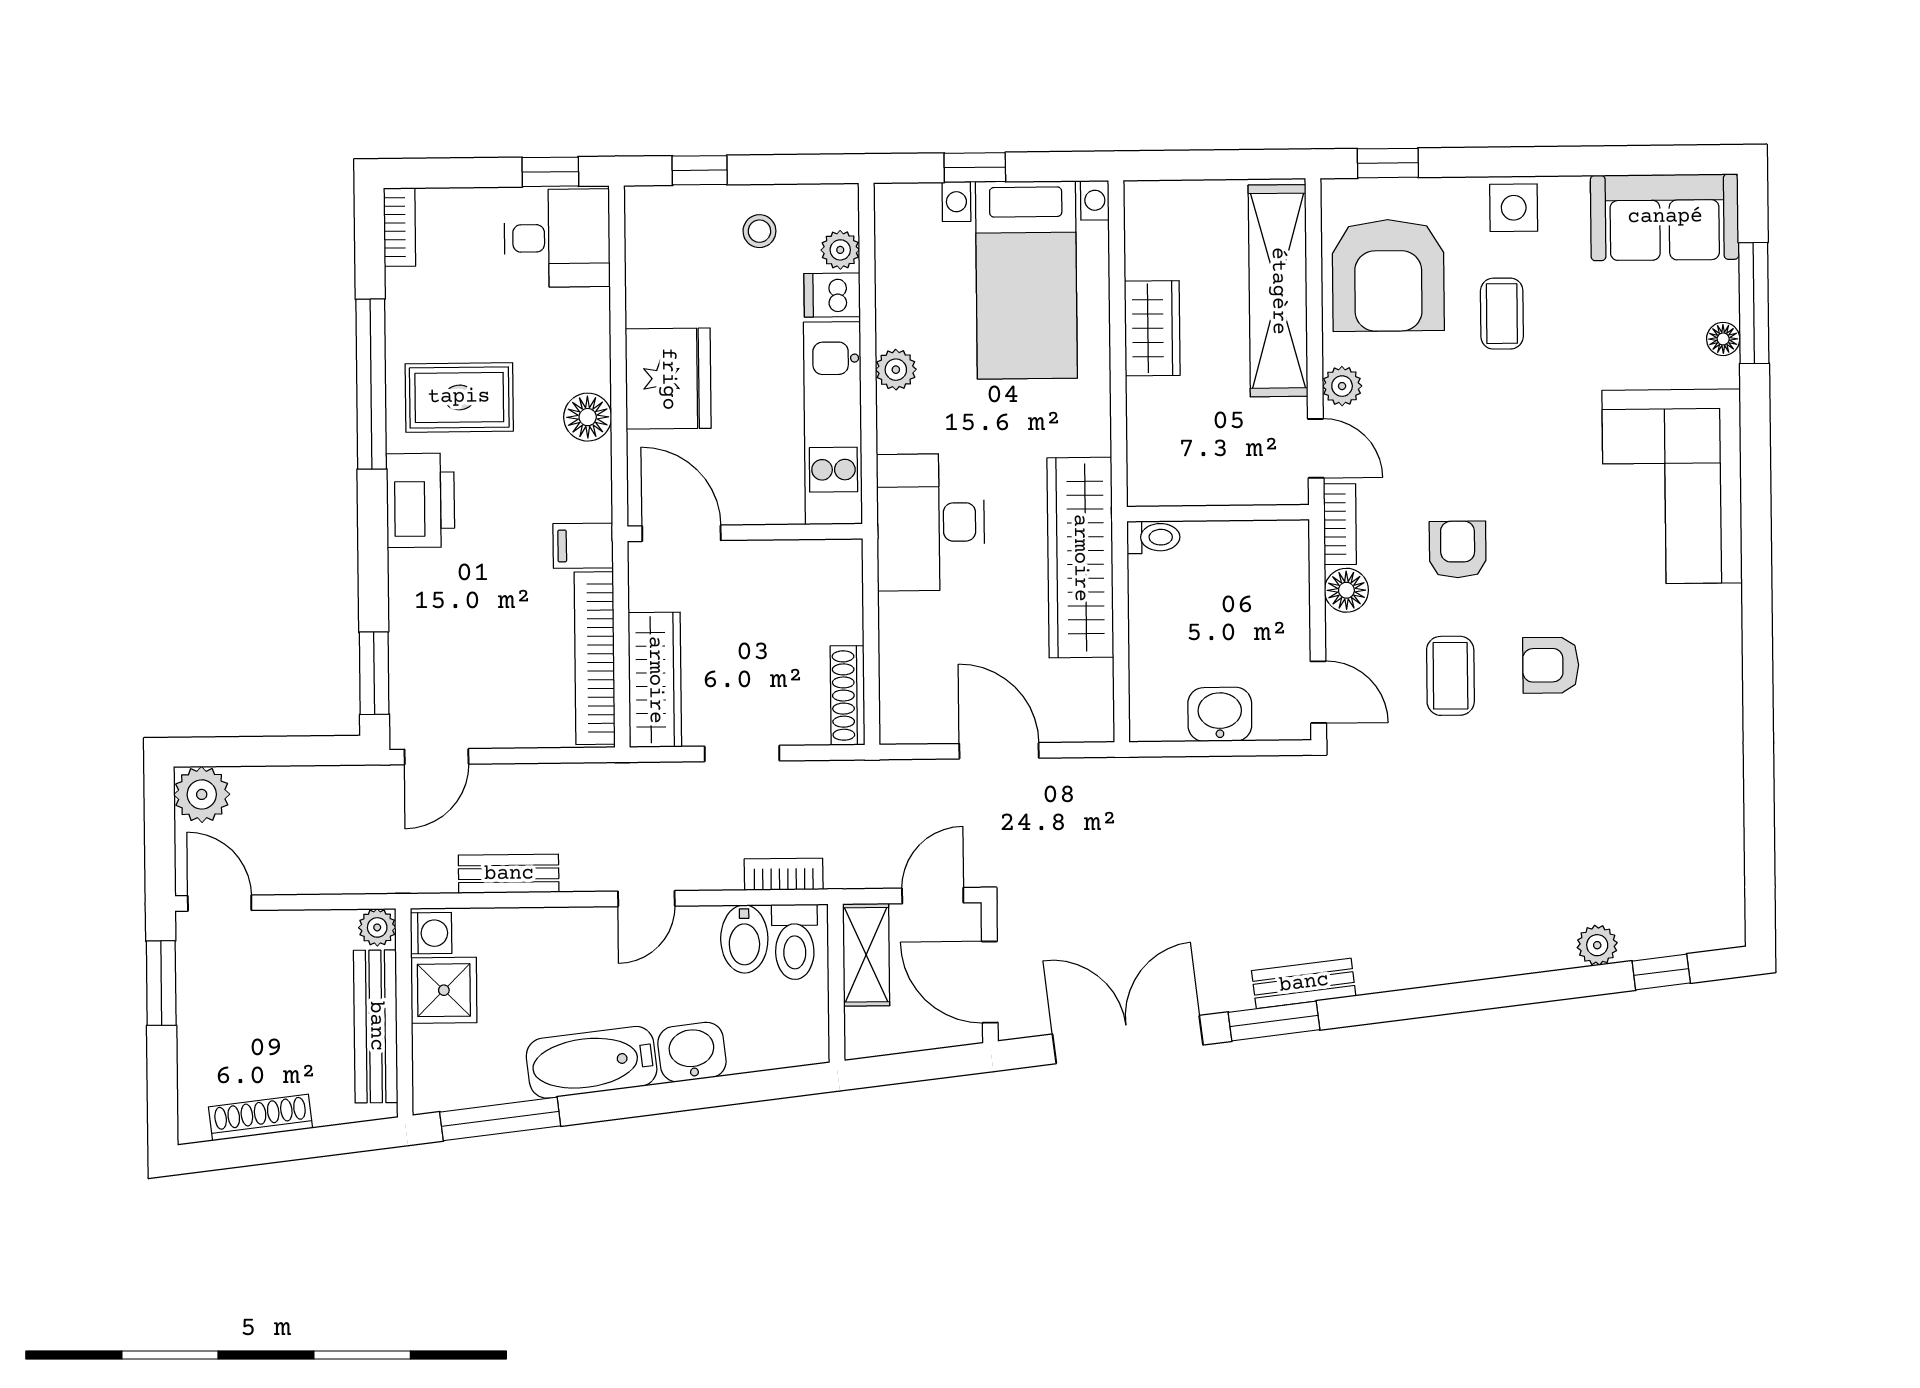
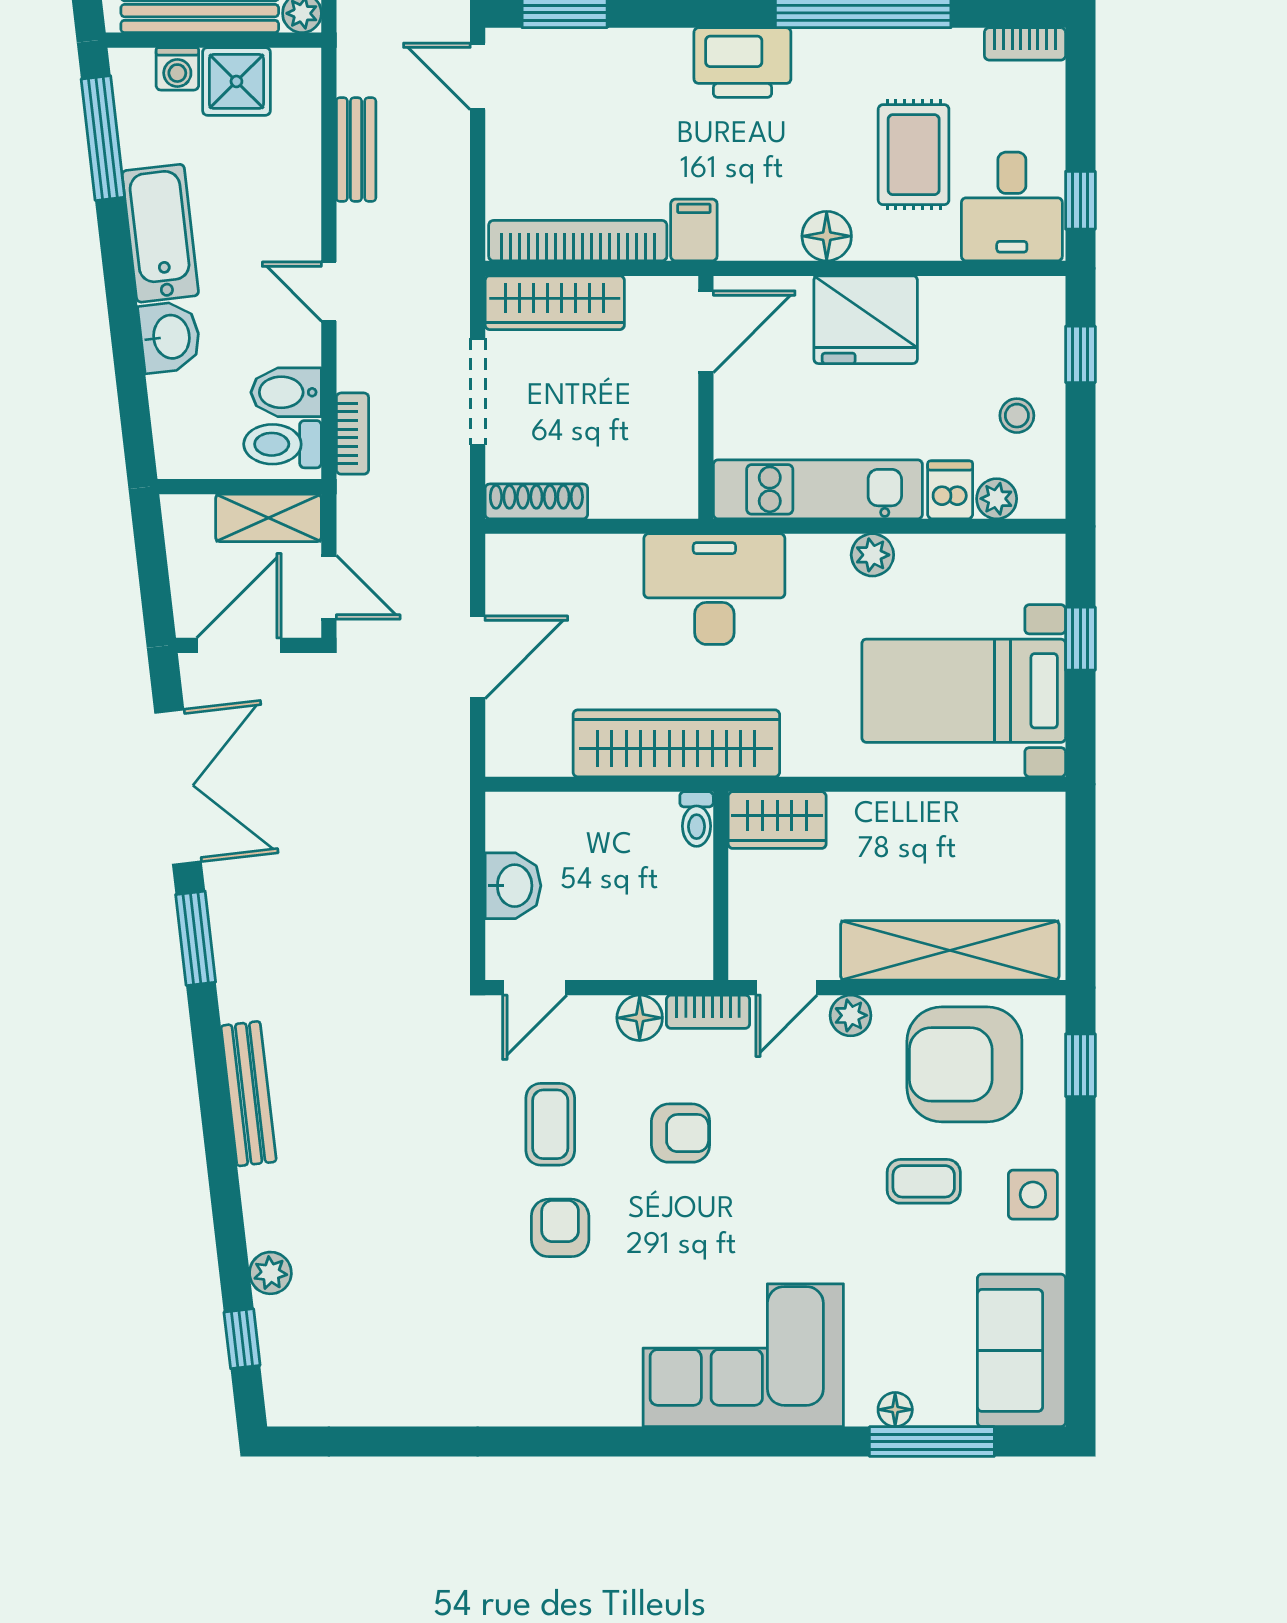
wardrobe: (1152, 328) -> (777, 820), moved
rug: (459, 397) -> (914, 155), moved
coffee table: (1450, 676) -> (550, 1124), turned 90
doorway: (742, 753) -> (478, 392), width x1.38
washing machine: (431, 933) -> (177, 69), moved
bench: (1304, 983) -> (249, 1094), moved, width x1.36

